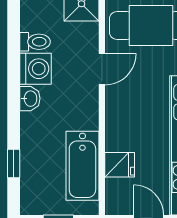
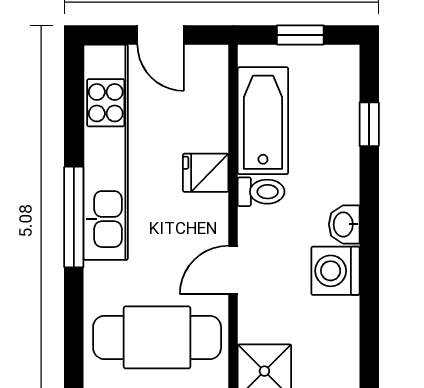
toilet: (35, 42) -> (261, 192), moved, turned 180
fridge: (120, 165) -> (206, 173), moved

